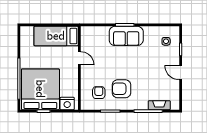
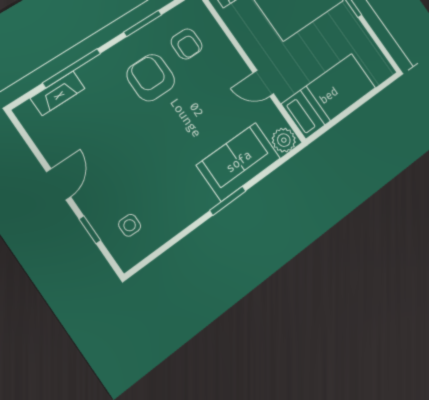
plant: (87, 32) -> (284, 140), added
sofa: (126, 36) -> (239, 162), moved
door: (181, 73) -> (59, 184), hinge flipped
armchair: (121, 89) -> (151, 78), turned -90

